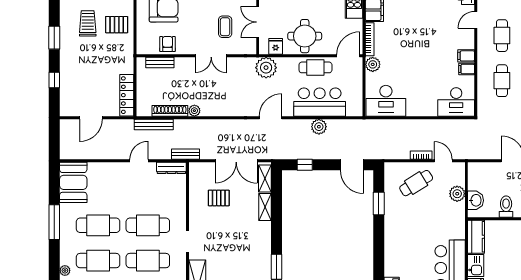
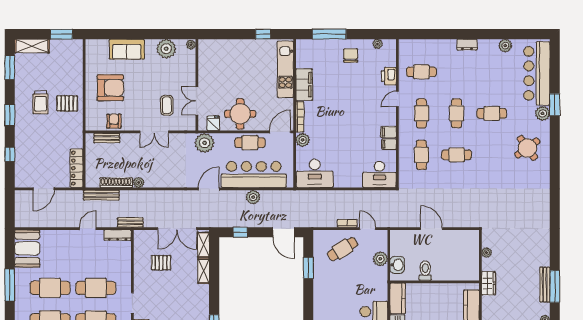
trolley: (88, 23) -> (41, 102), turned 180
bar counter: (320, 102) -> (254, 175), width x1.36

